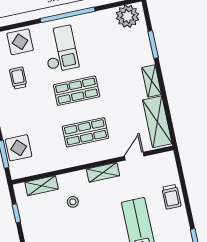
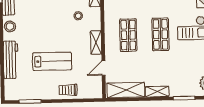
door: (134, 156) -> (104, 68), swing flipped

